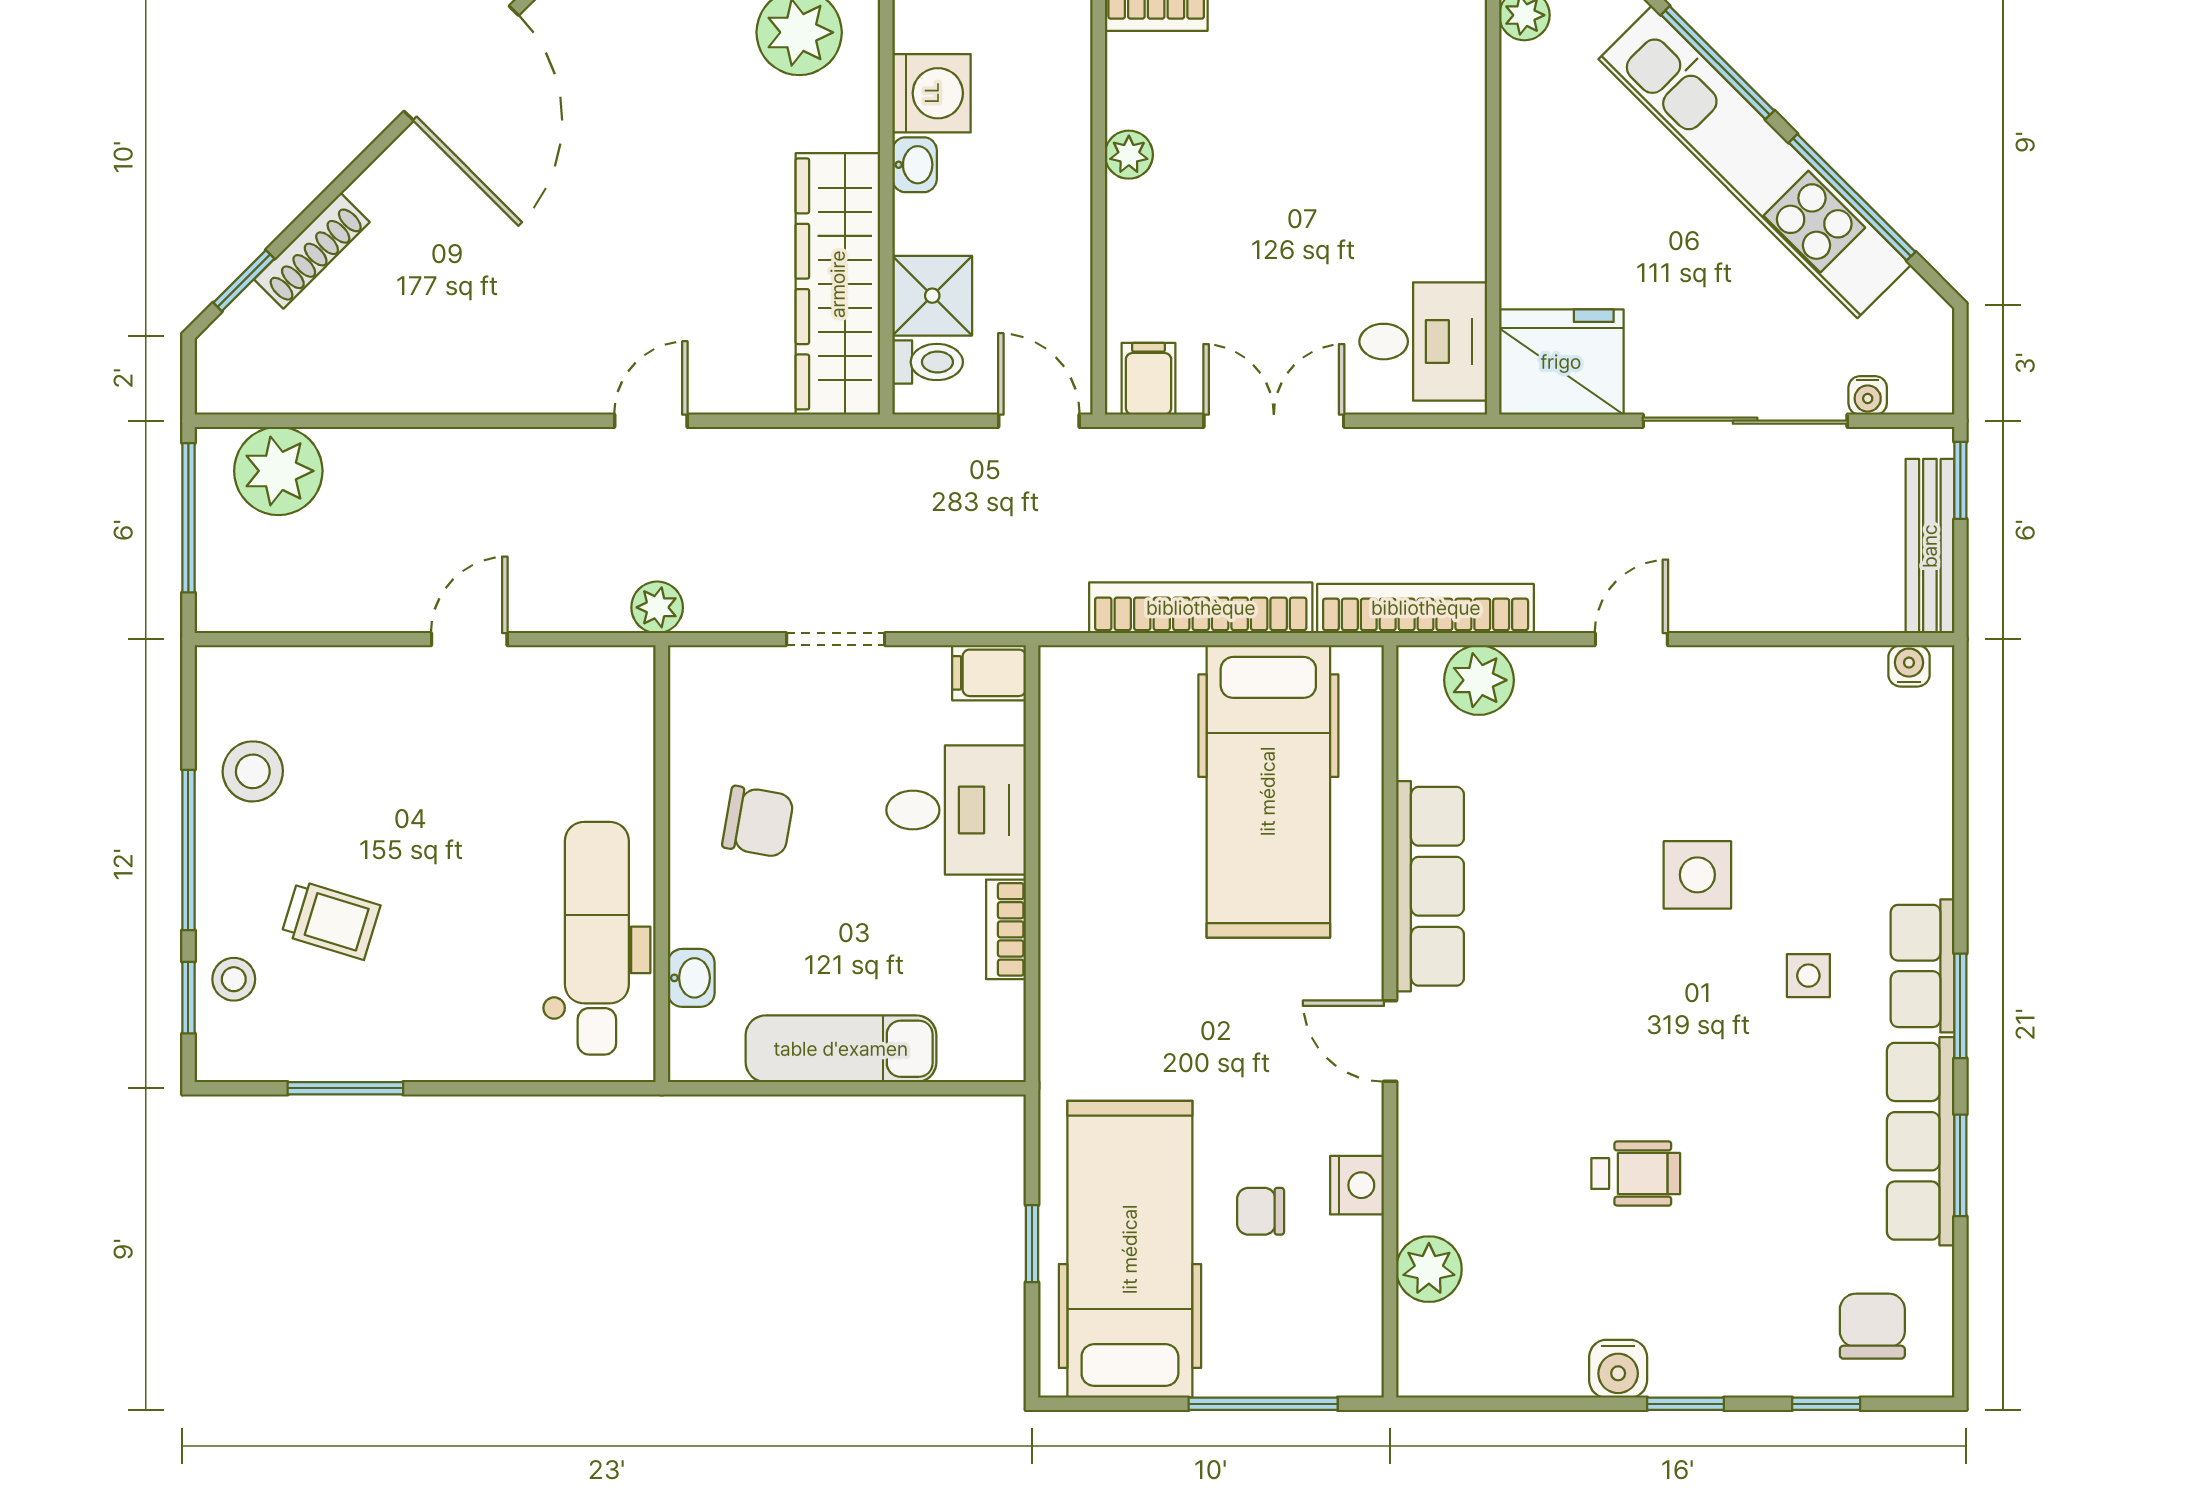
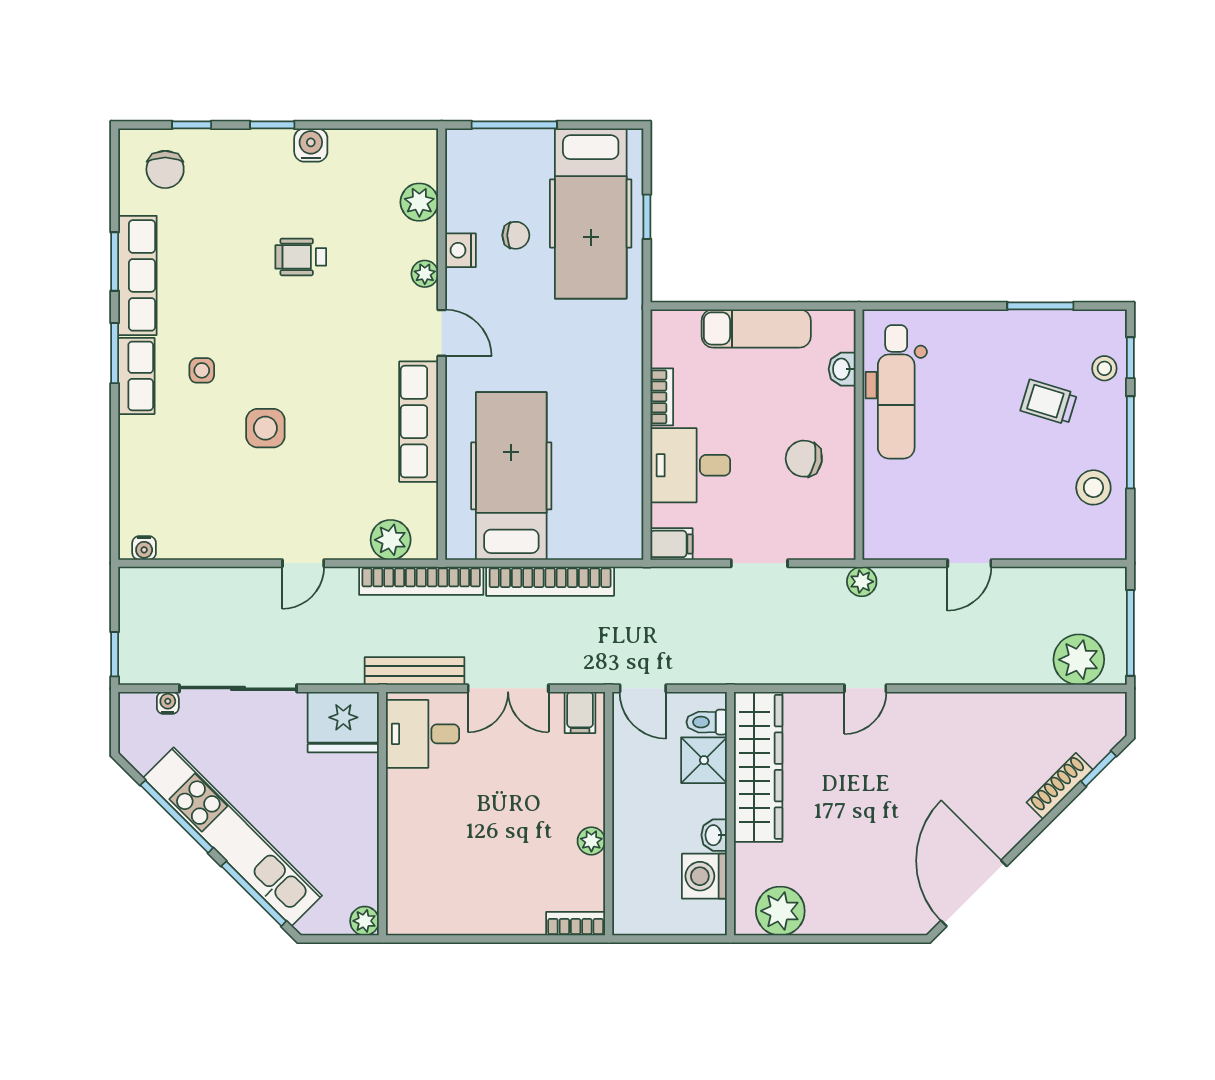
bench: (1930, 546) -> (415, 671), moved, turned 90
plant: (1419, 1144) -> (425, 274), added

